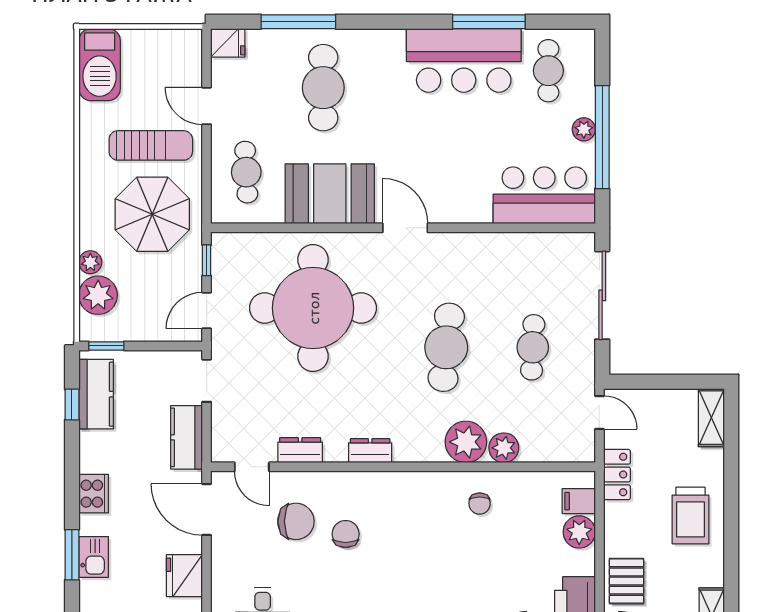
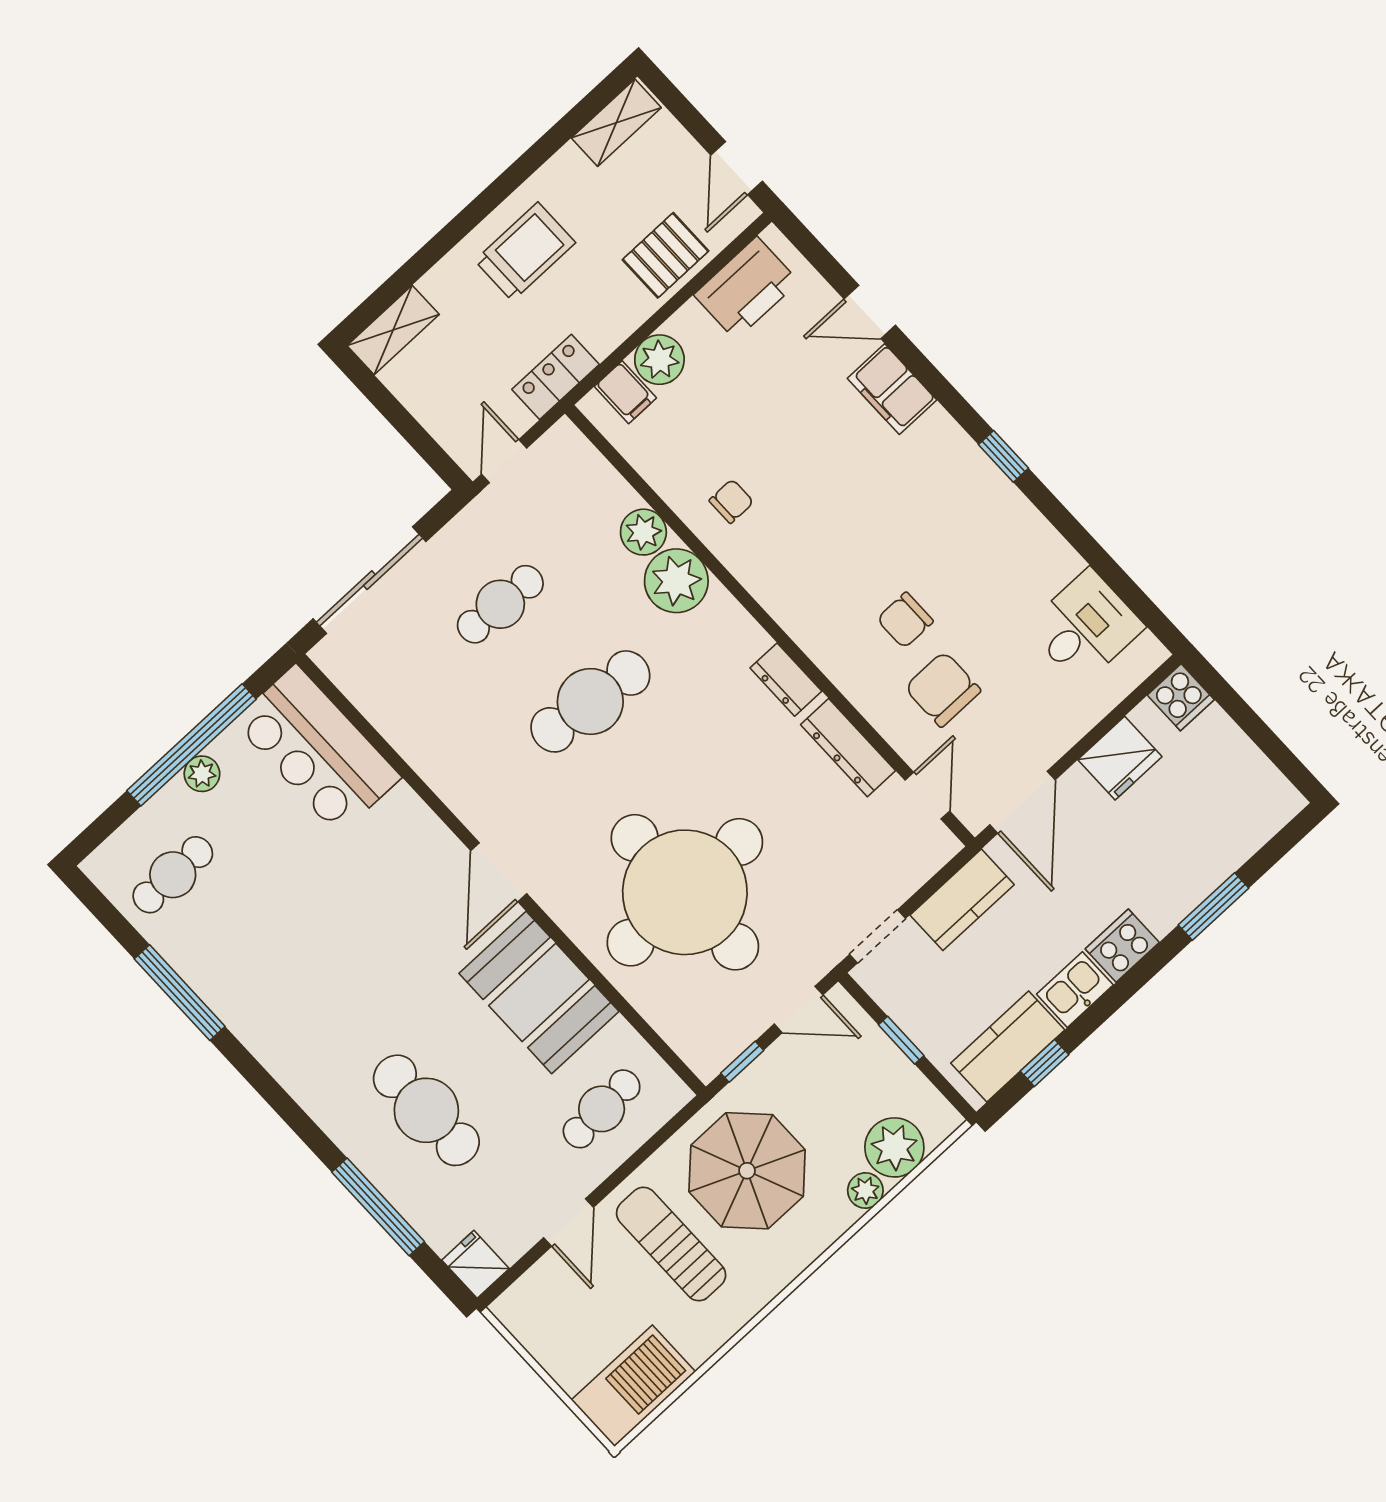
bar counter: (464, 60) -> (249, 981), removed
cafe table: (323, 88) -> (426, 1110), turned 90
window: (106, 346) -> (901, 1040), moved
dresser: (300, 450) -> (848, 748), width x1.44
kitchen sink: (94, 557) -> (1075, 990), moved

